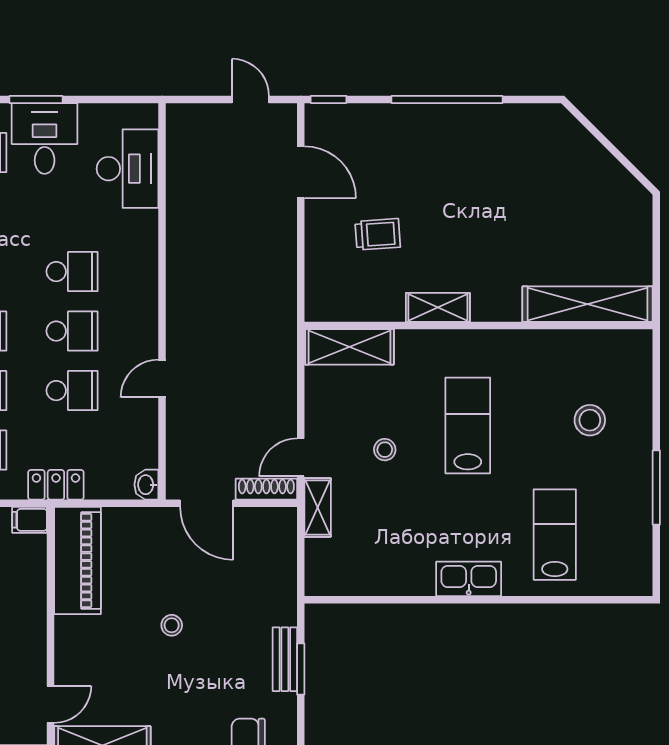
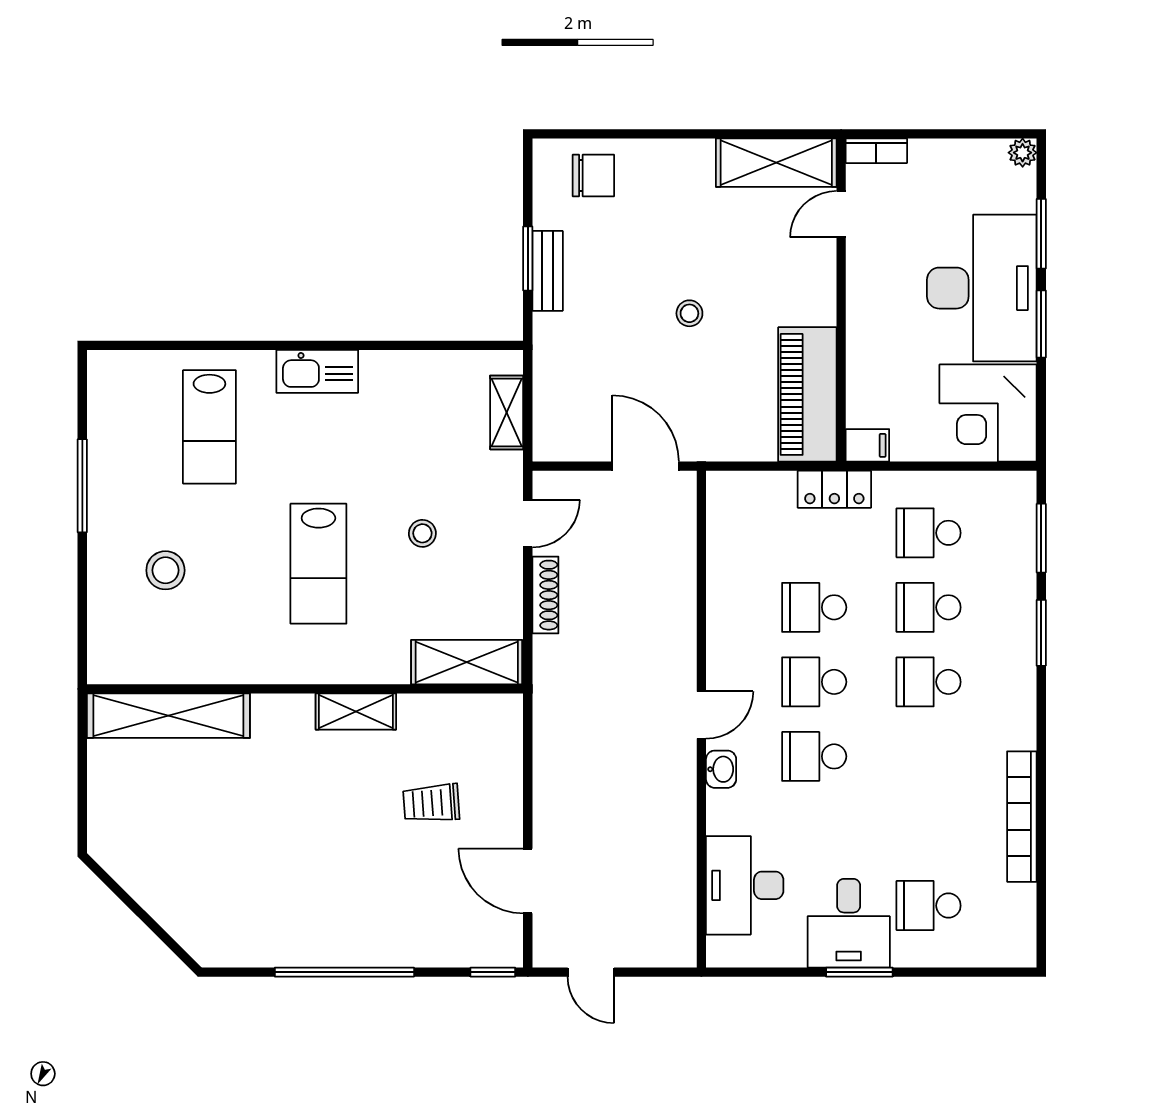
door: (162, 379) -> (701, 715), moved
washbasin: (146, 485) -> (721, 769), moved
shoe rack: (266, 489) -> (545, 595), moved, turned -90
shelving: (318, 507) -> (507, 412), moved

